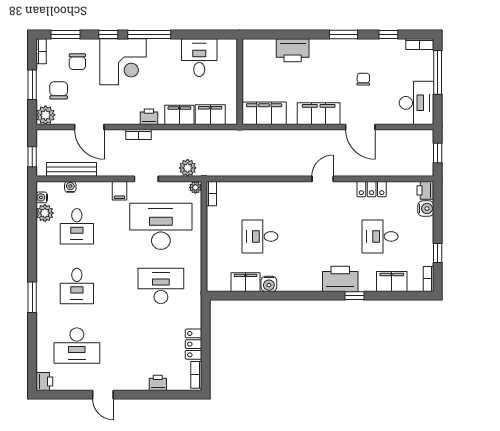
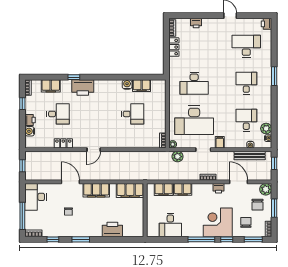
printer: (149, 117) -> (218, 188), moved
printer: (425, 190) -> (30, 120), moved

